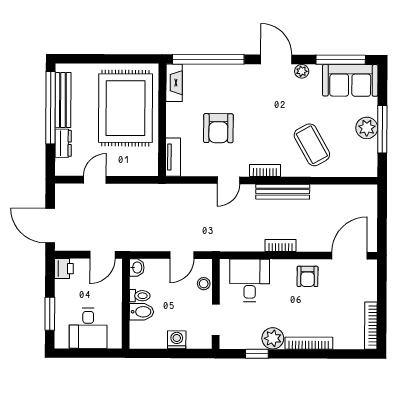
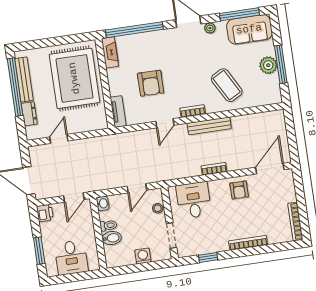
plant: (273, 338) -> (219, 243), removed

